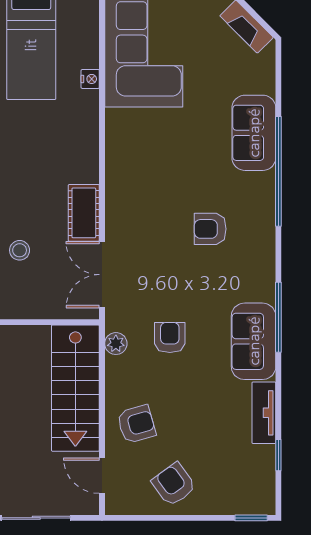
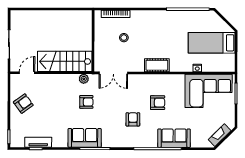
cot: (84, 213) -> (157, 65), moved
double door: (102, 275) -> (113, 73), swing flipped
tv unit: (264, 413) -> (38, 142), moved
armchair: (136, 424) -> (158, 103), moved, turned -74

